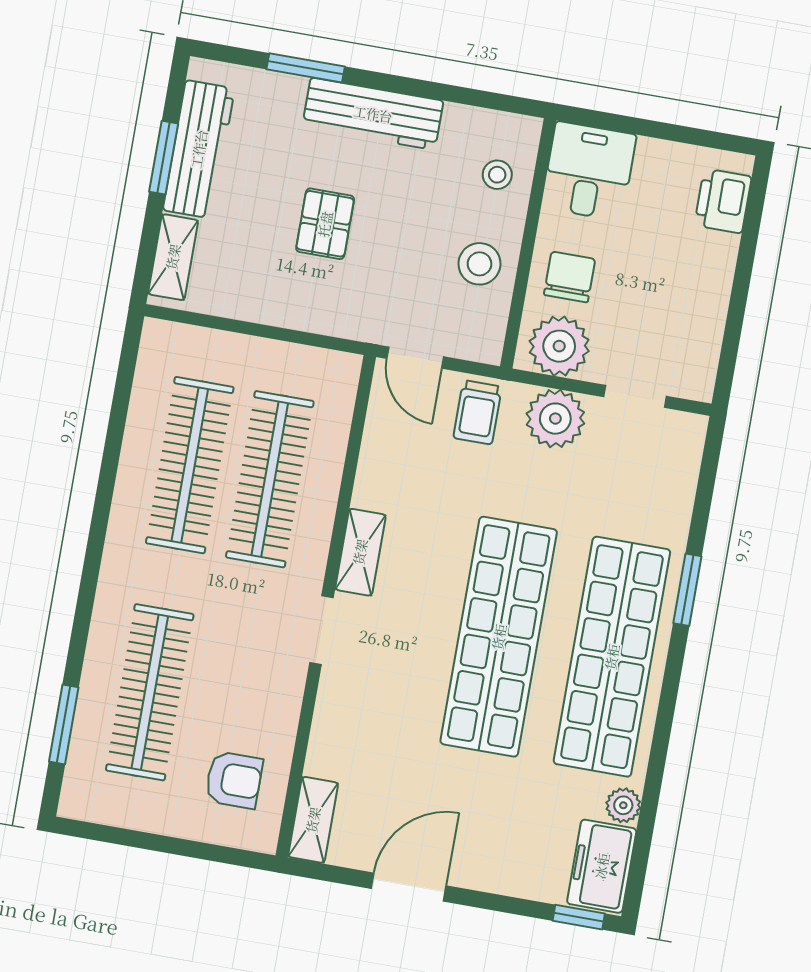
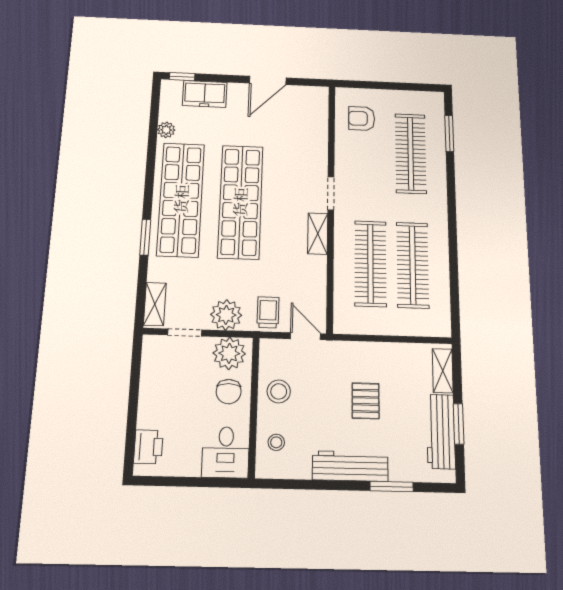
shelving: (313, 820) -> (155, 304), moved
freezer: (602, 866) -> (205, 94), moved, turned 90

